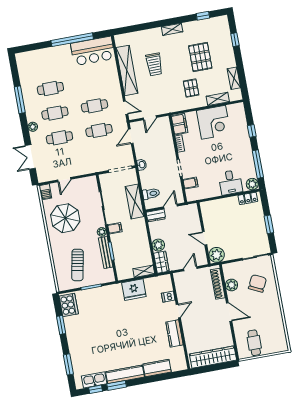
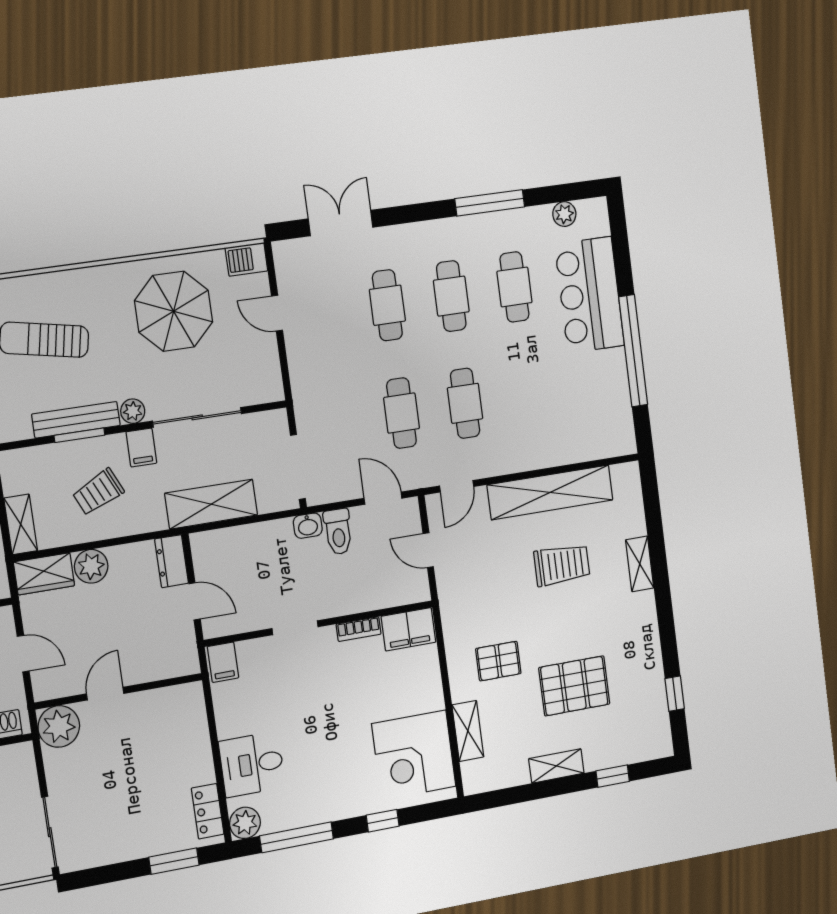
shelving: (172, 29) -> (640, 564), moved
bar counter: (93, 51) -> (590, 295), moved
trolley: (154, 64) -> (562, 565), turned 180
shelving: (234, 78) -> (556, 766), moved
corner desk: (214, 122) -> (414, 755), moved
plant: (33, 127) -> (564, 214), moved
filing cabinet: (190, 183) -> (223, 662), moved
toilet: (151, 194) -> (338, 532), moved
window: (269, 224) -> (174, 861), moved
trolley: (131, 243) -> (98, 492), added

